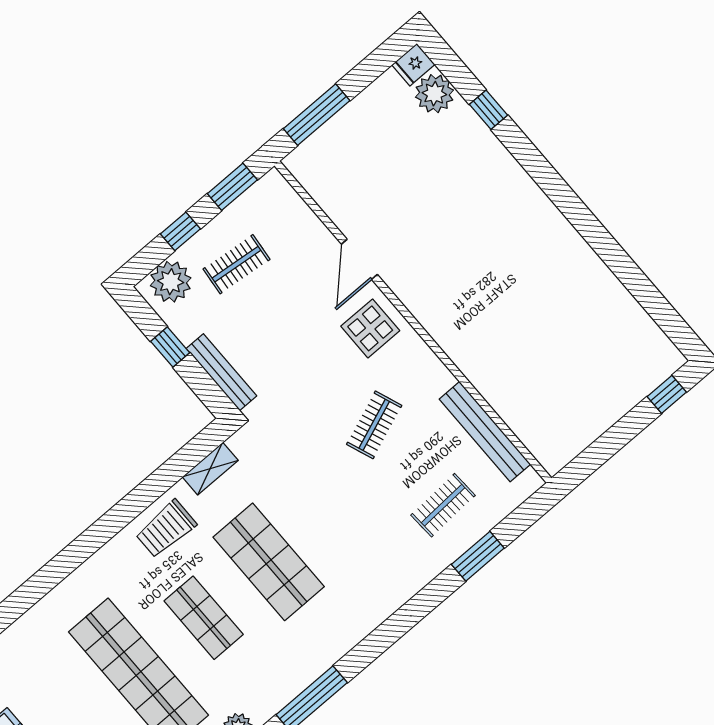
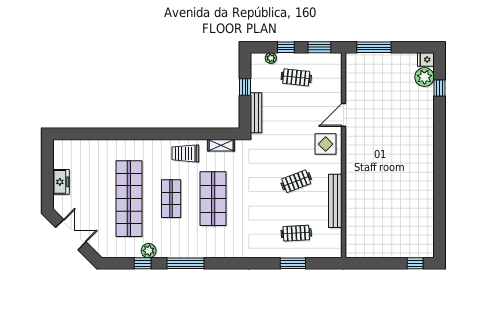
window: (488, 110) -> (439, 88), moved
plant: (171, 282) -> (271, 58), width x0.53, depth x0.53
bench: (485, 432) -> (335, 201), moved

